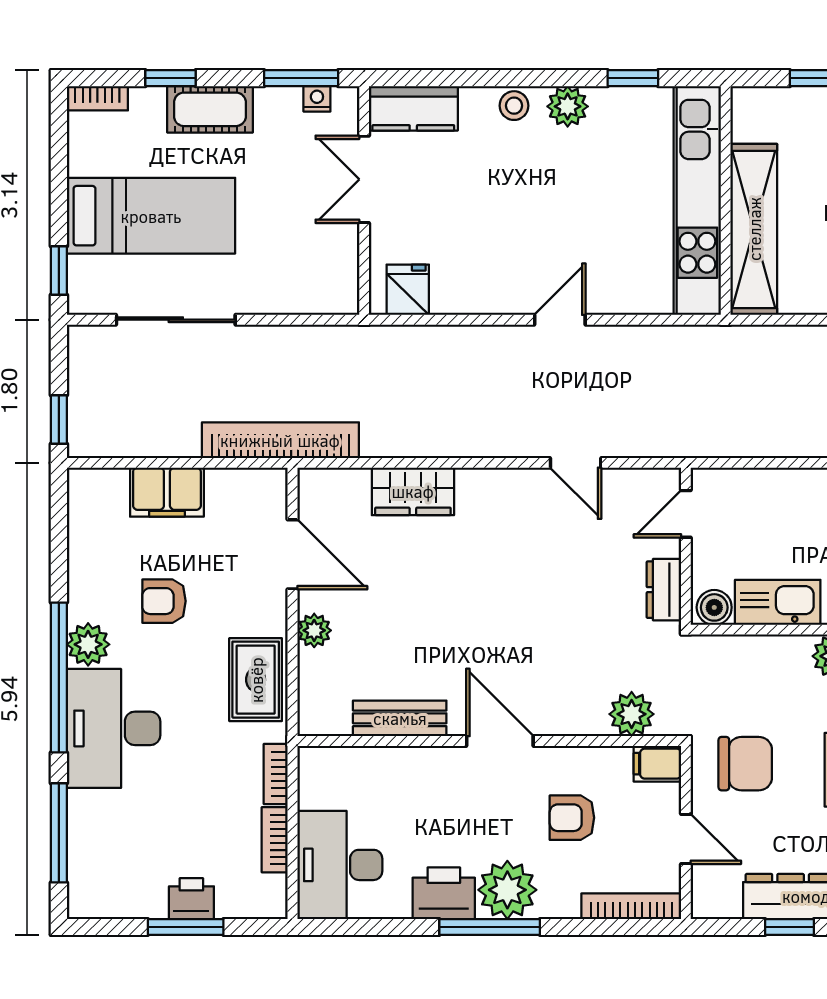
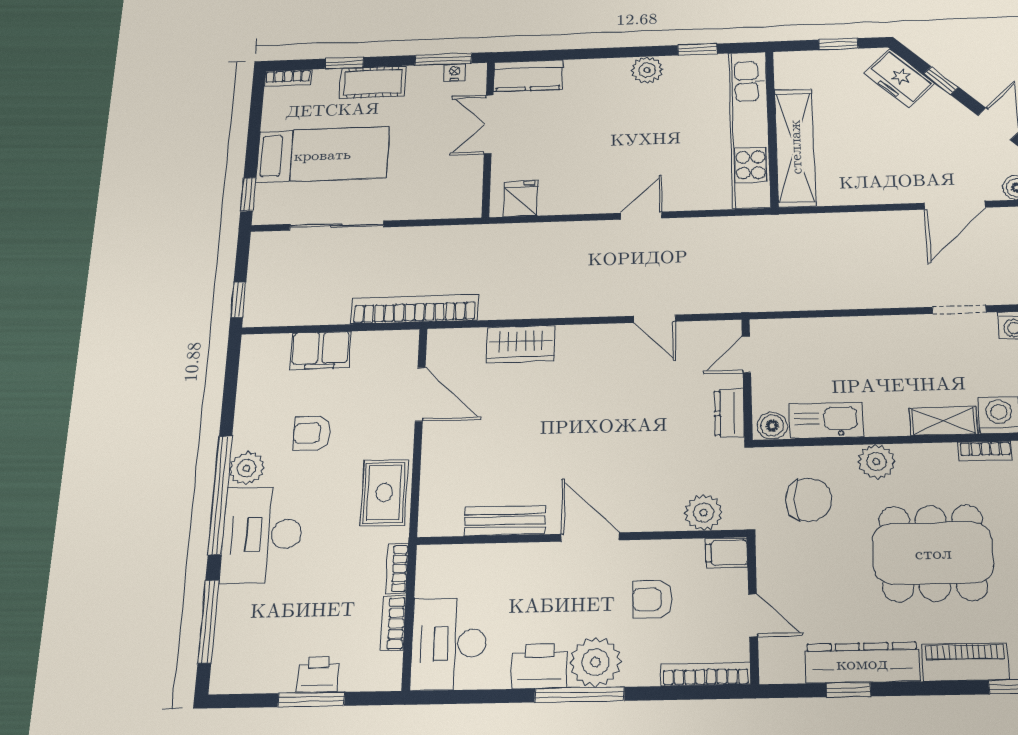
stool: (514, 106) -> (606, 71), removed
plant: (314, 630) -> (435, 452), removed
chair: (745, 764) -> (809, 500), moved

